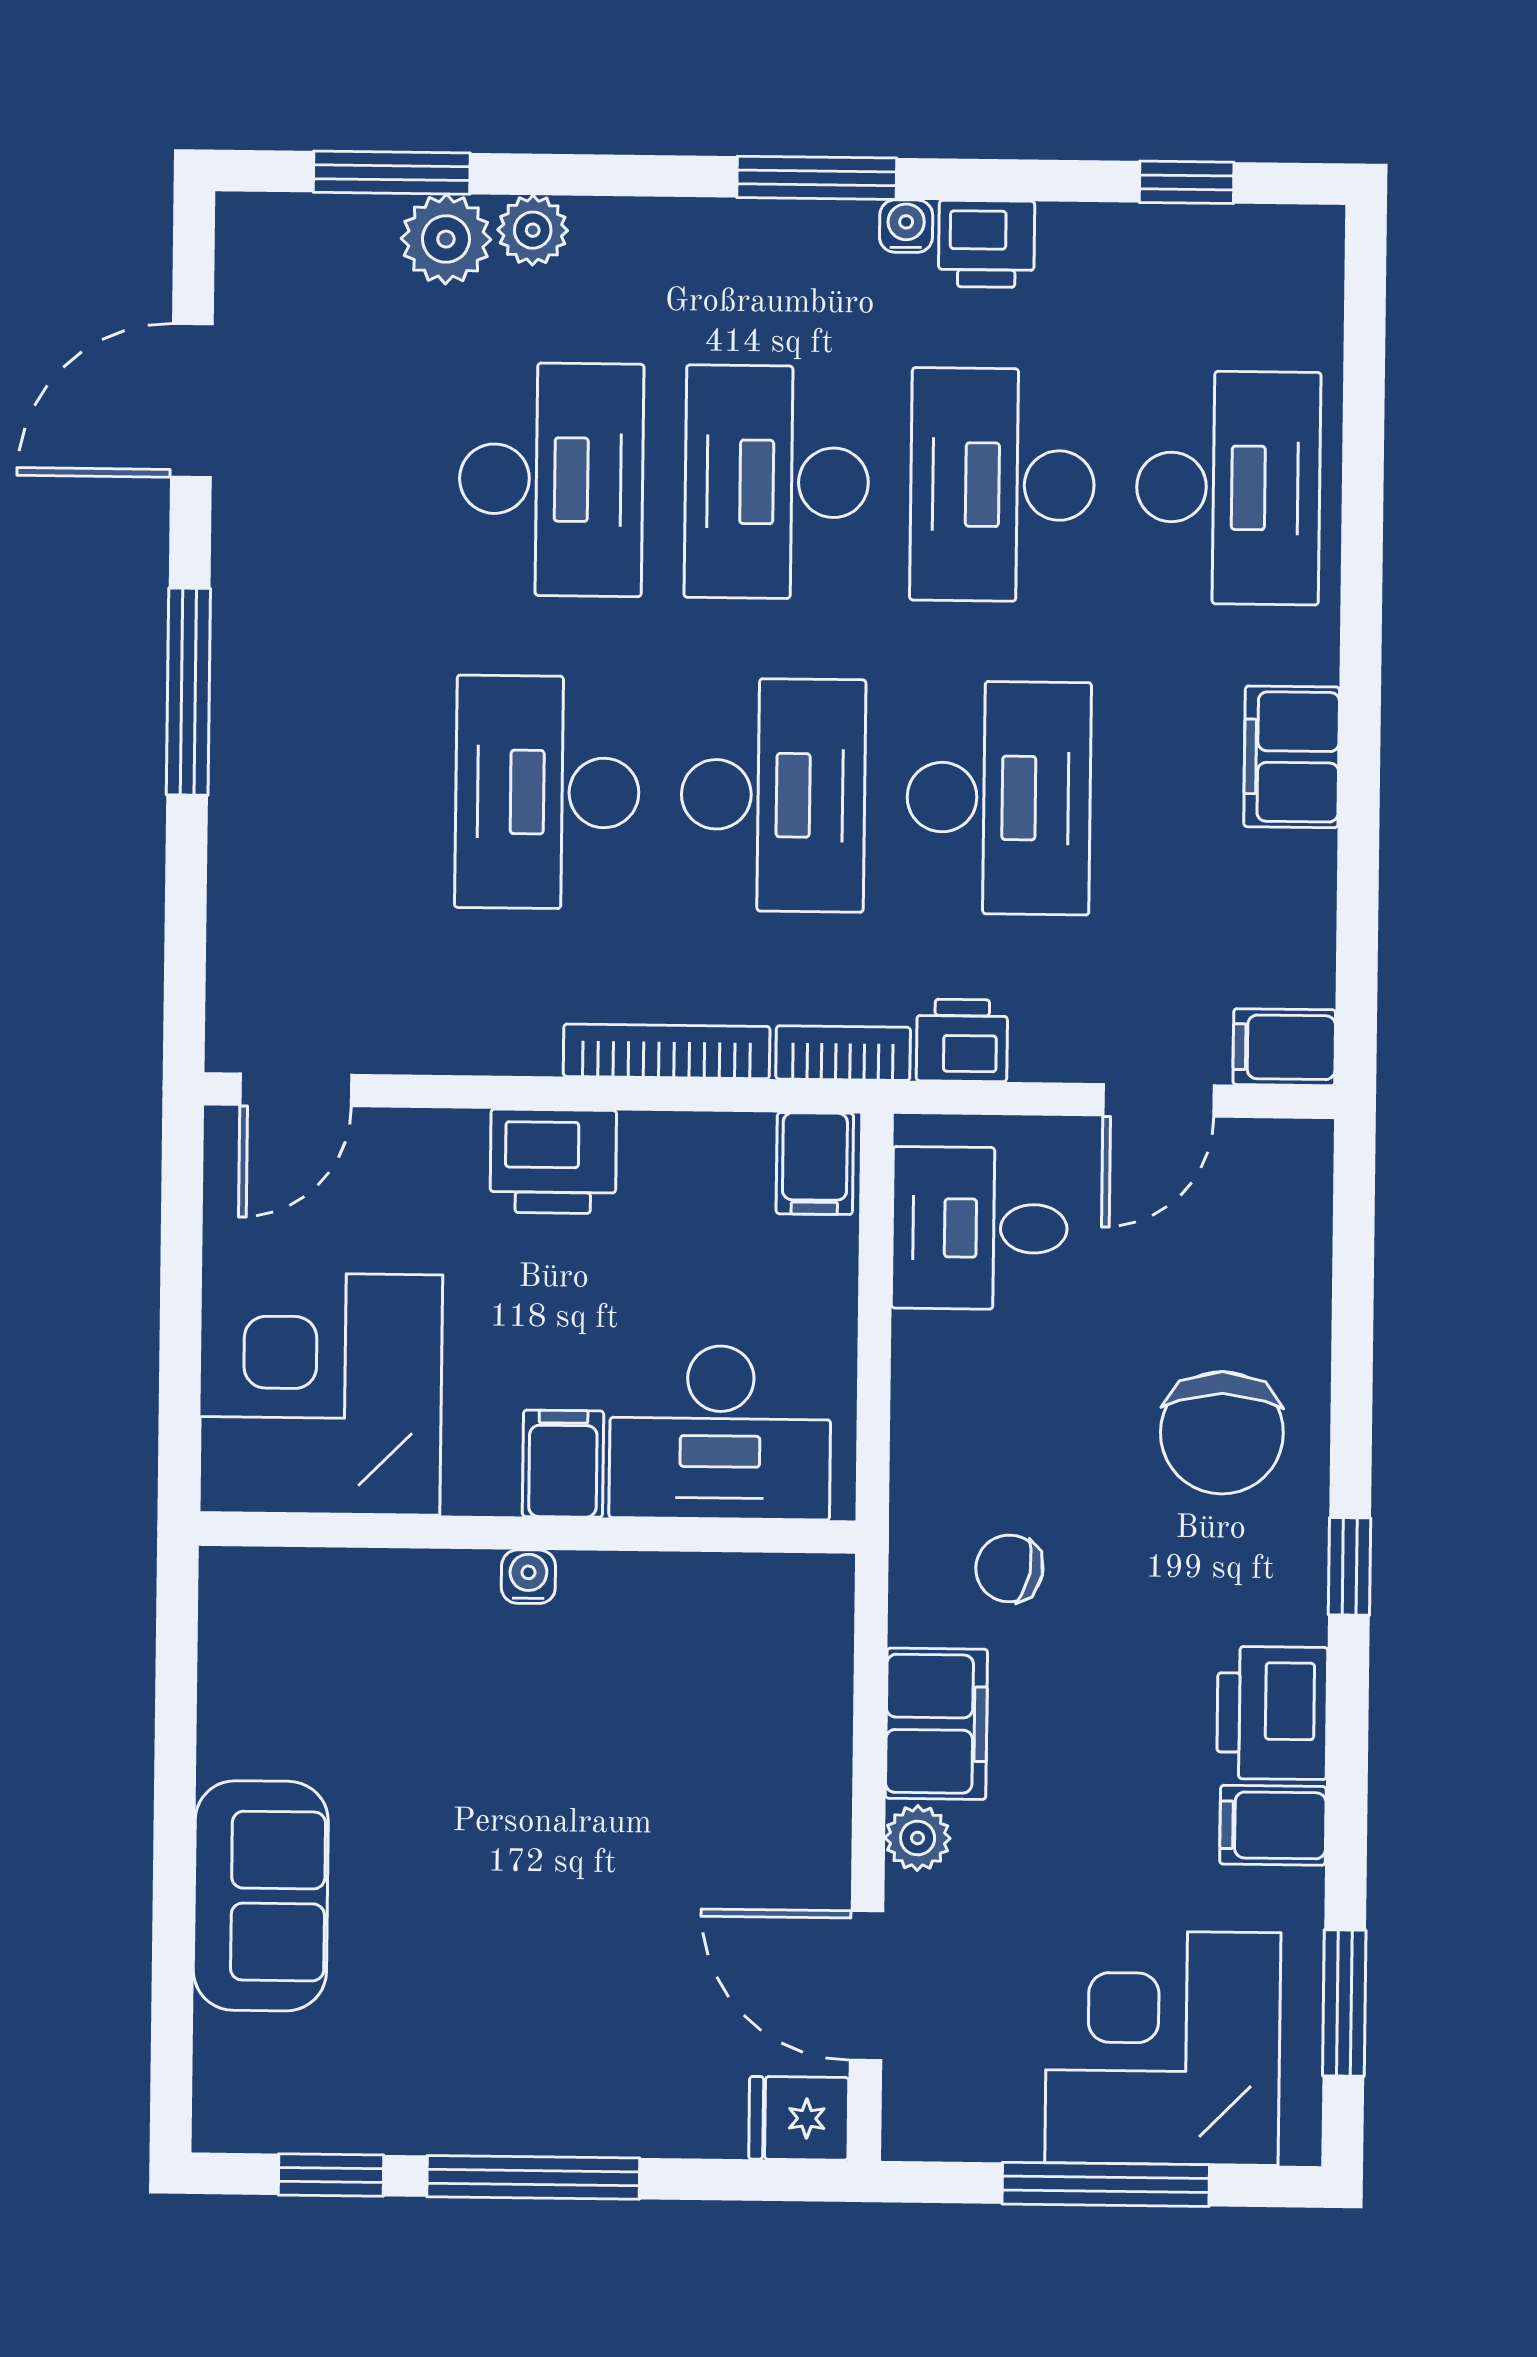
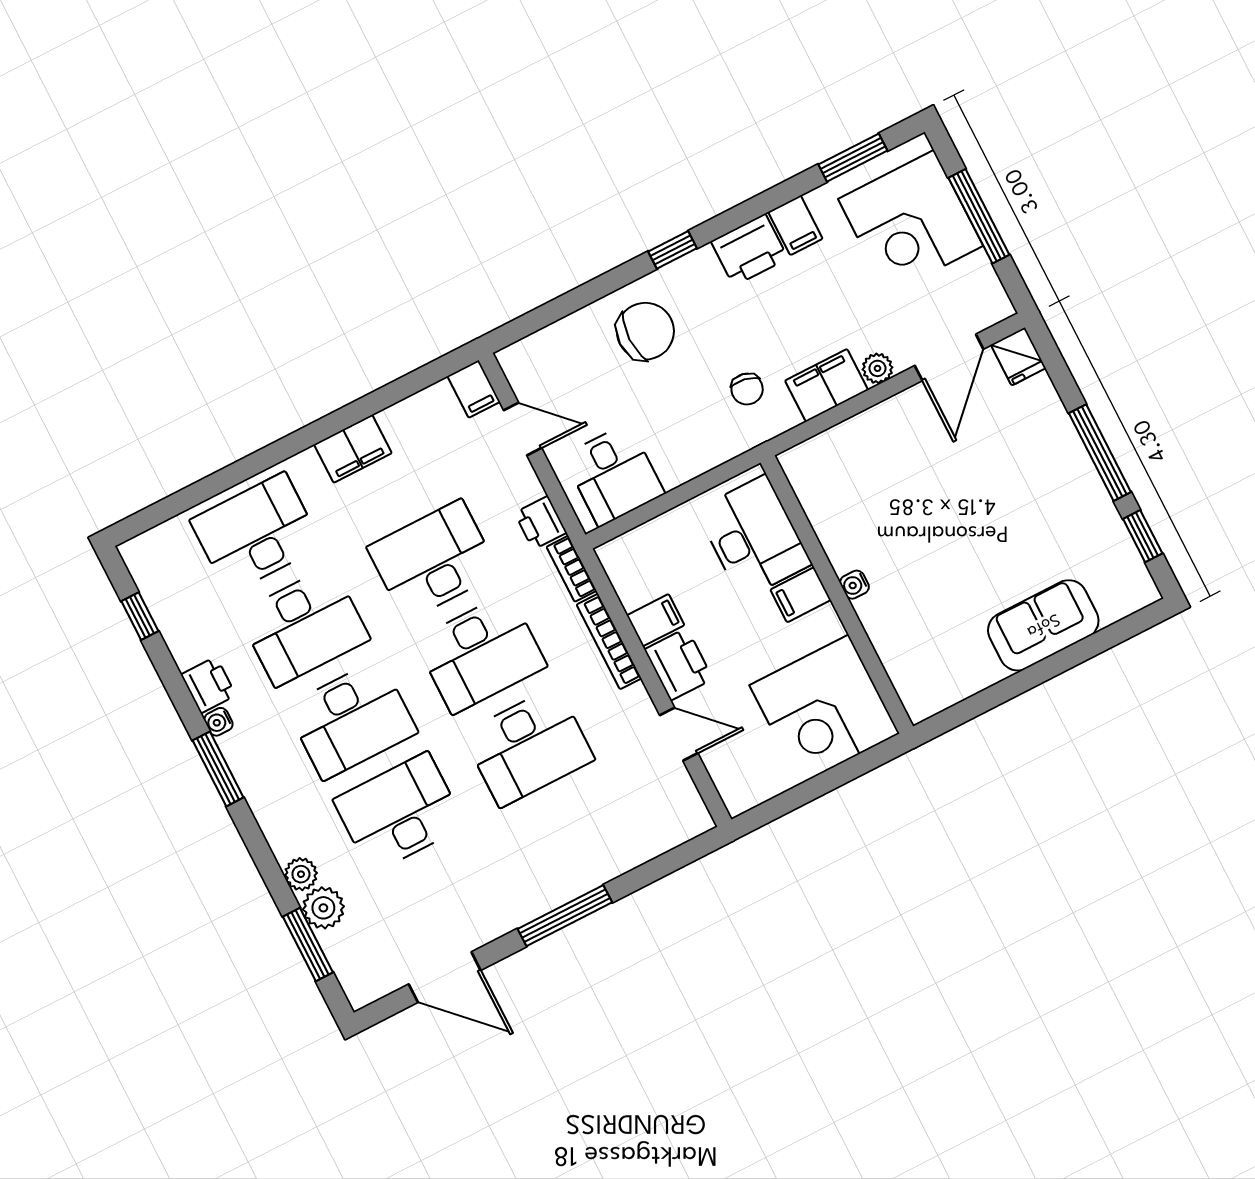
desk: (773, 795) -> (481, 653), turned 180
door: (296, 1090) -> (679, 734), moved
filing cabinet: (815, 1164) -> (656, 620), moved

